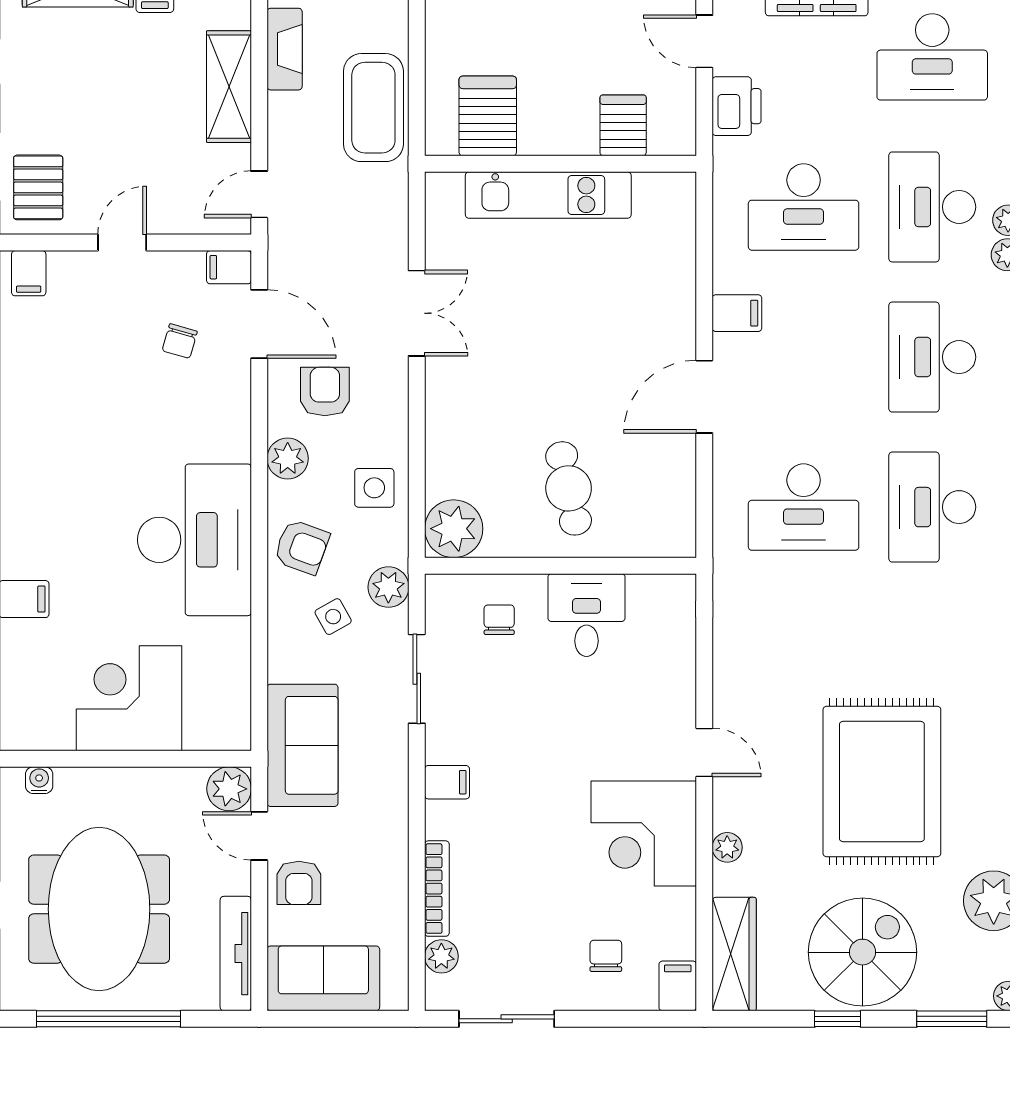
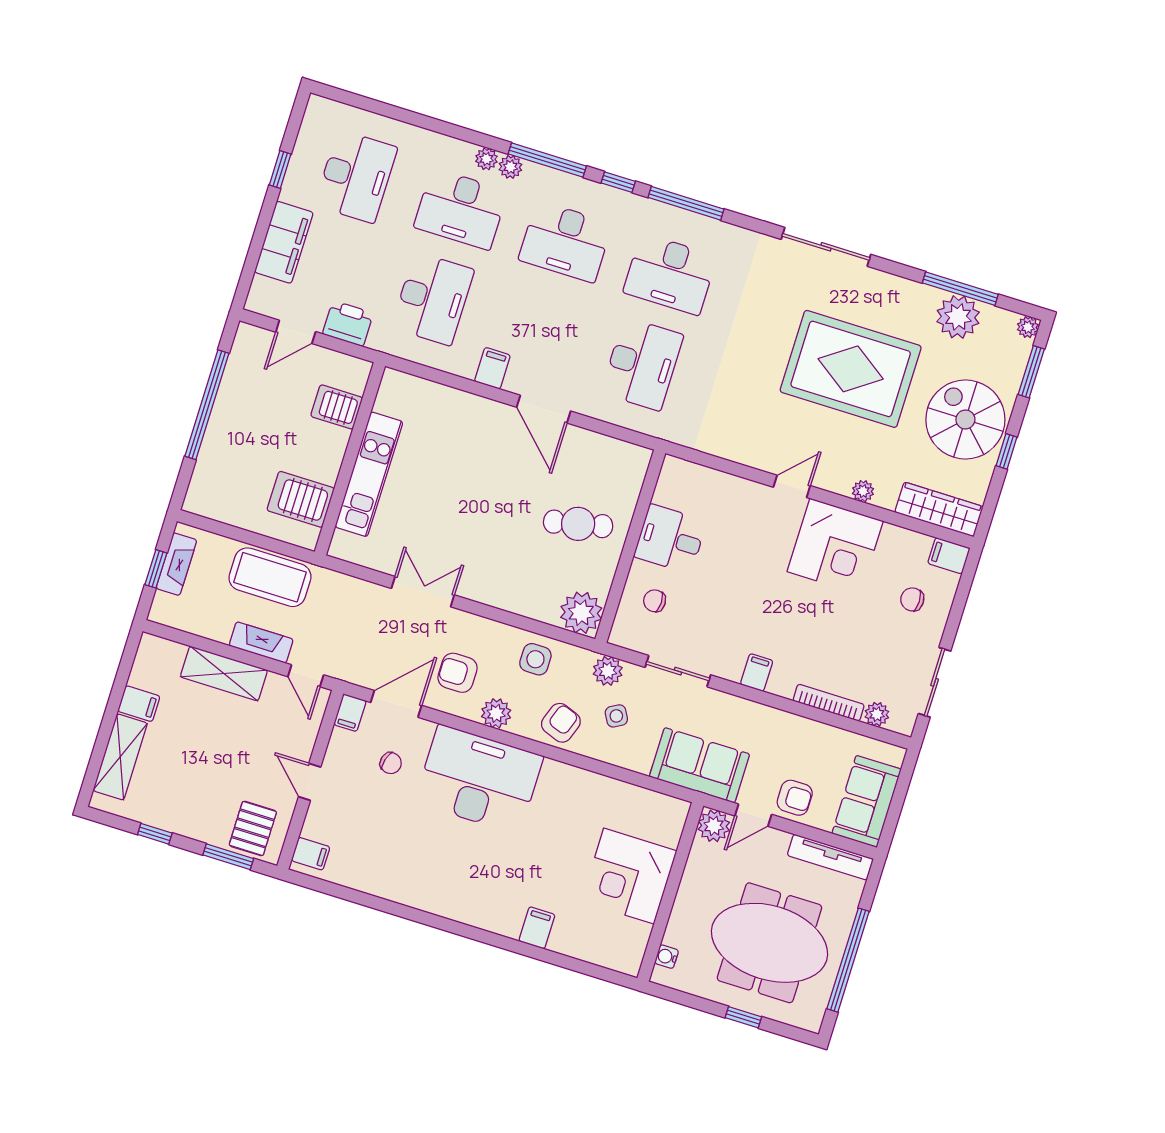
fireplace: (285, 49) -> (261, 642), moved
pallet: (38, 187) -> (253, 828), turned 90
desk: (194, 540) -> (479, 779), moved

